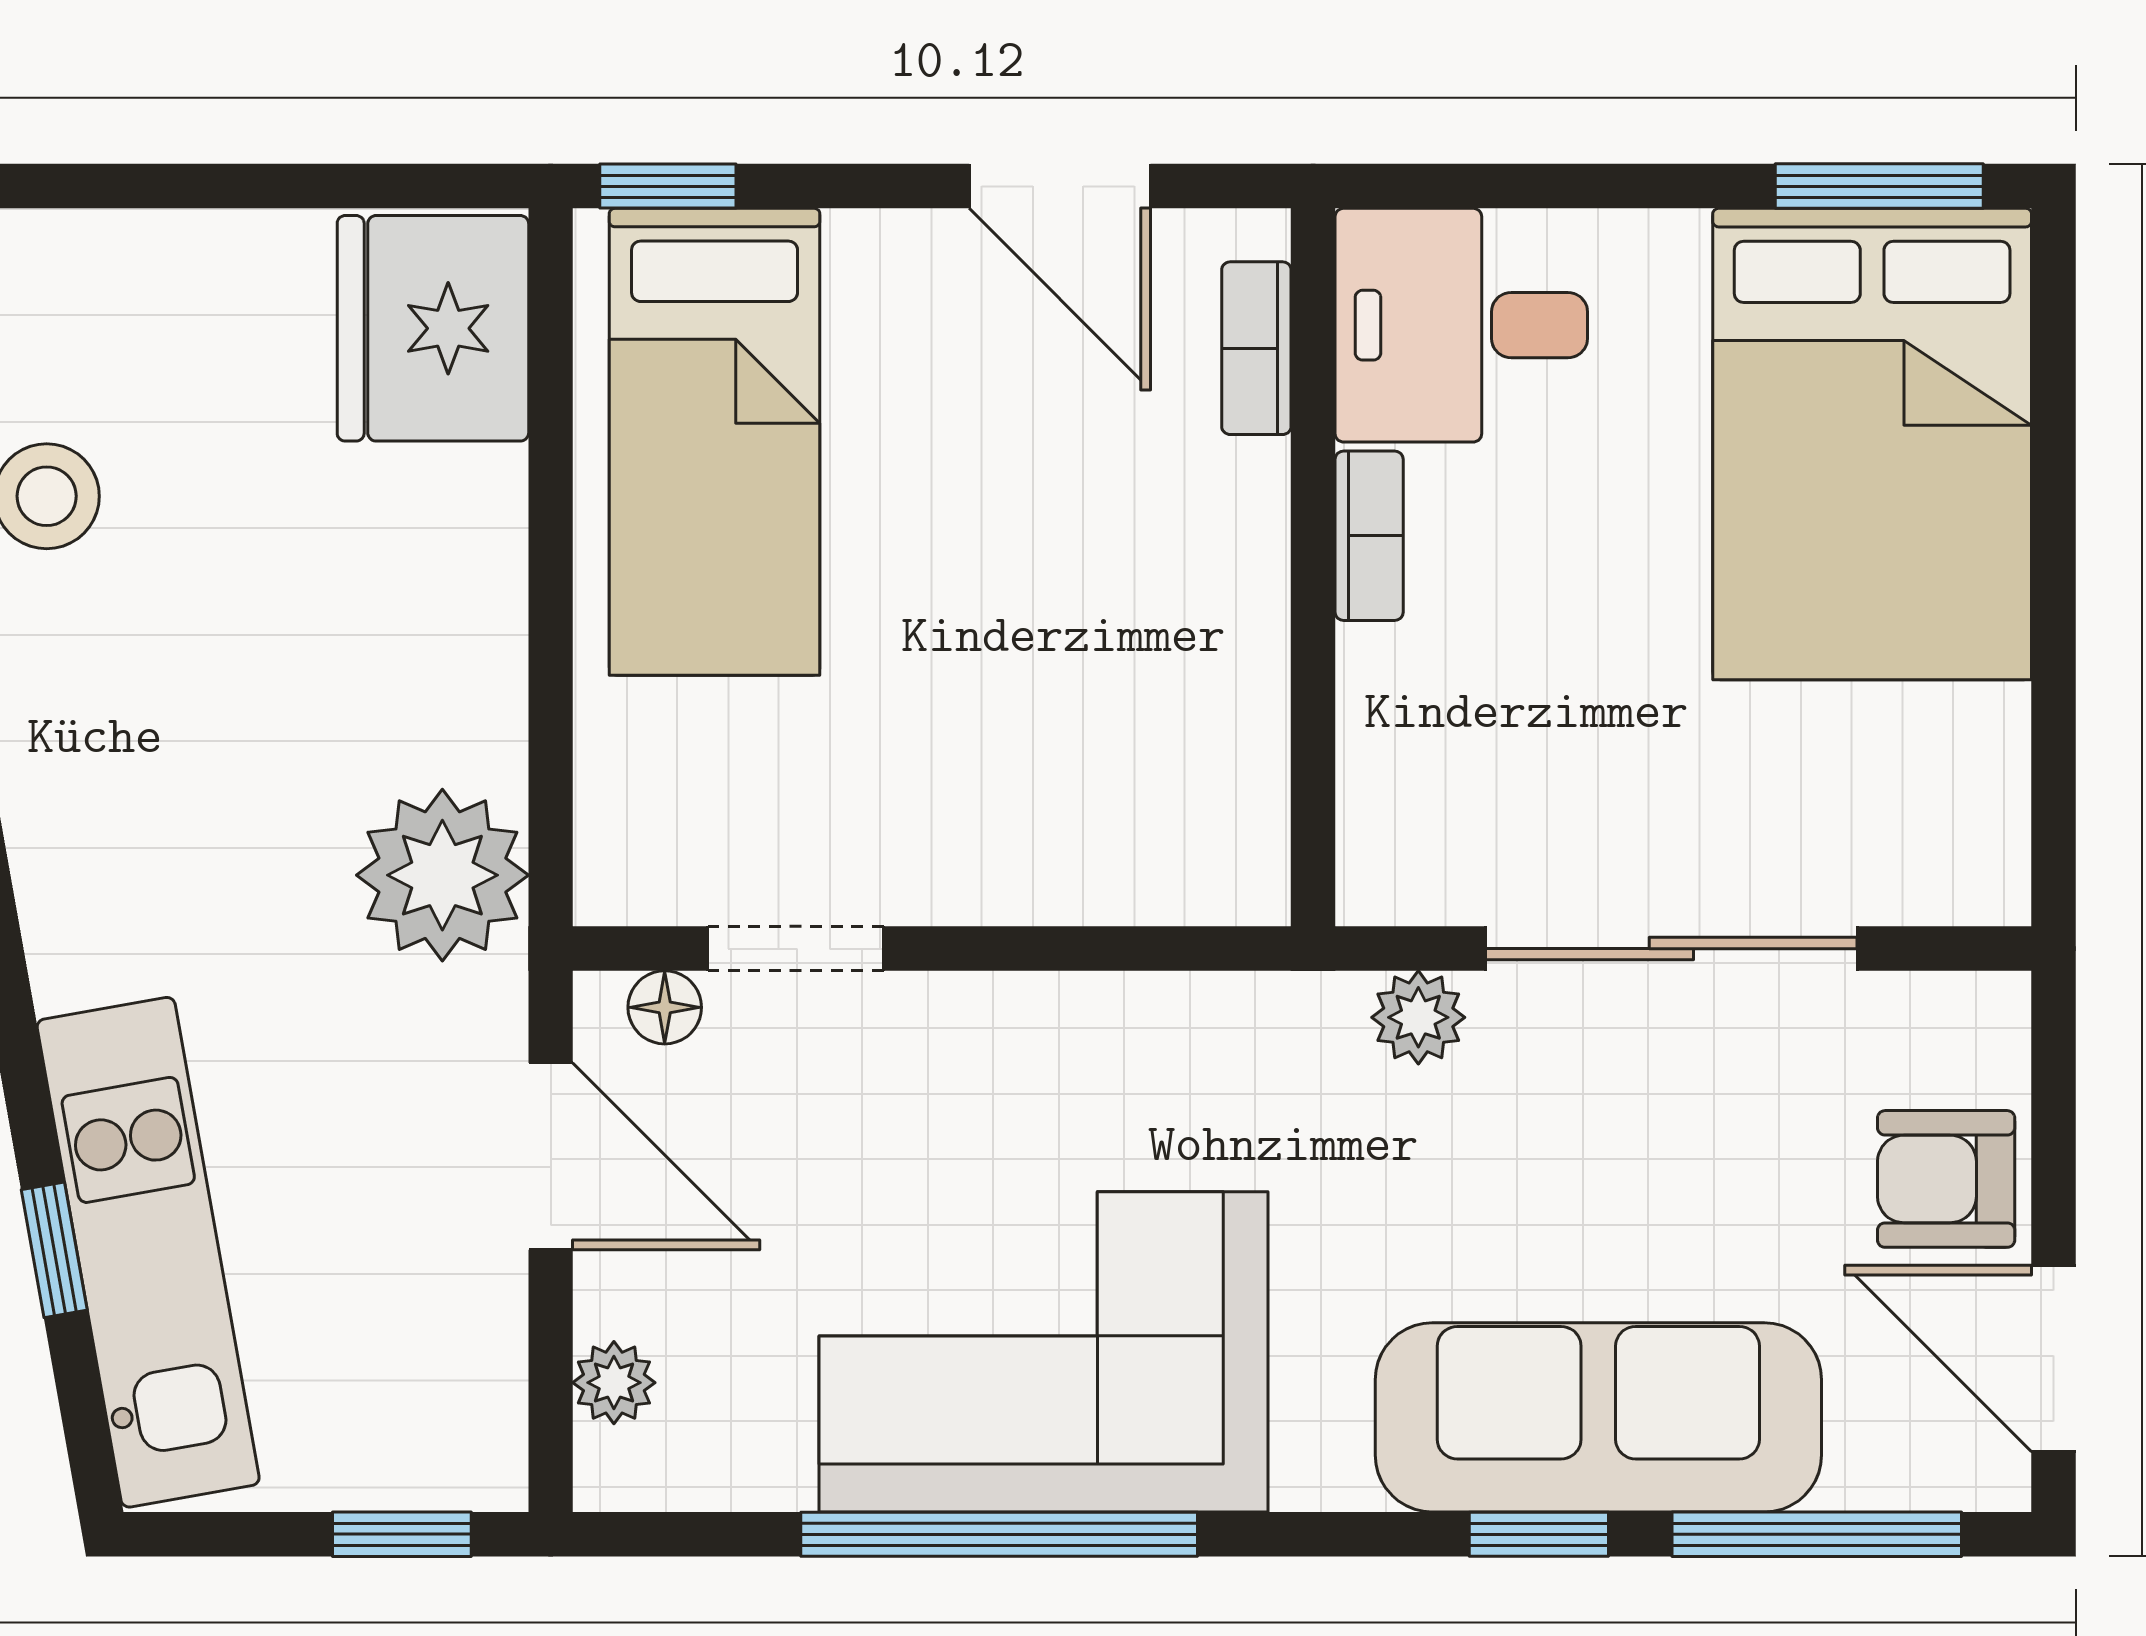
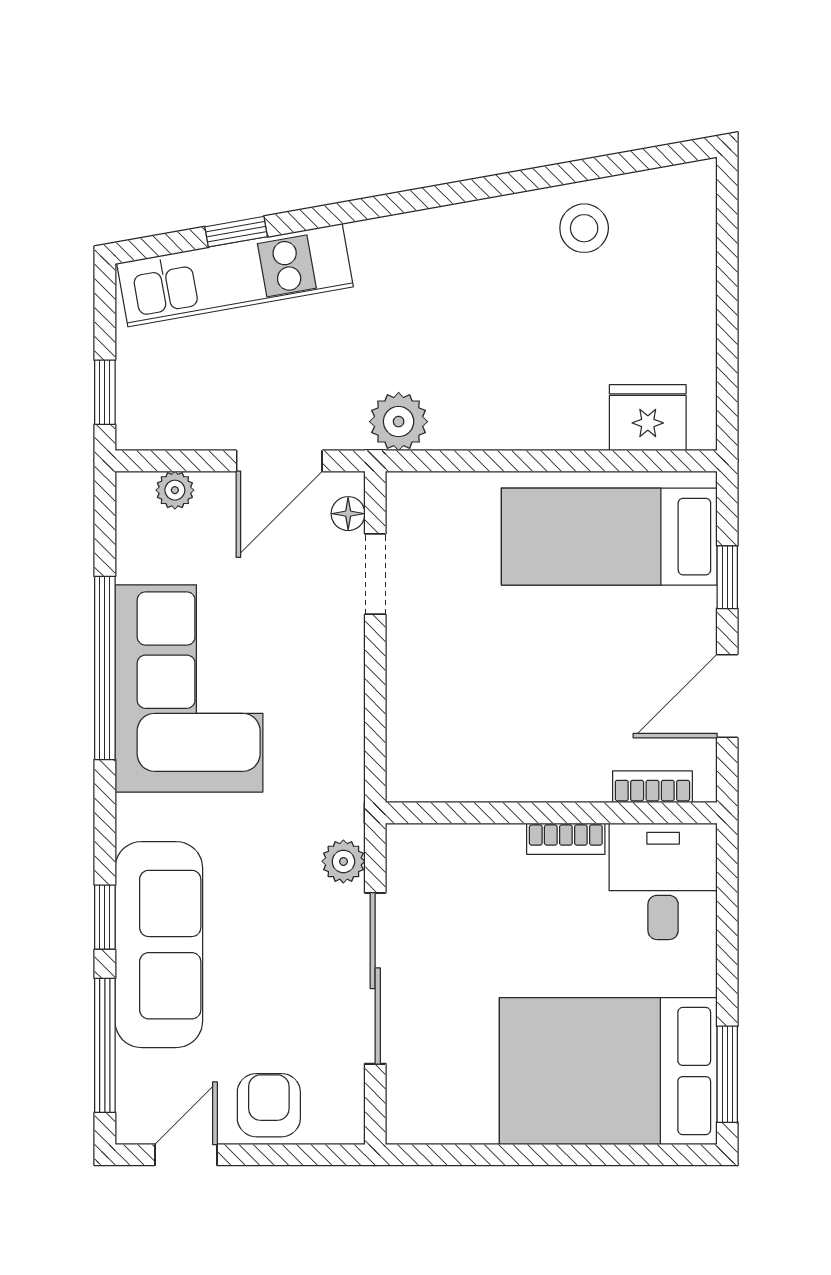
window: (668, 186) -> (727, 577), moved
fridge: (433, 328) -> (648, 418), width x0.73, depth x0.75
plant: (442, 875) -> (399, 422), width x0.73, depth x0.73
door: (2053, 1358) -> (186, 1155), width x0.73

